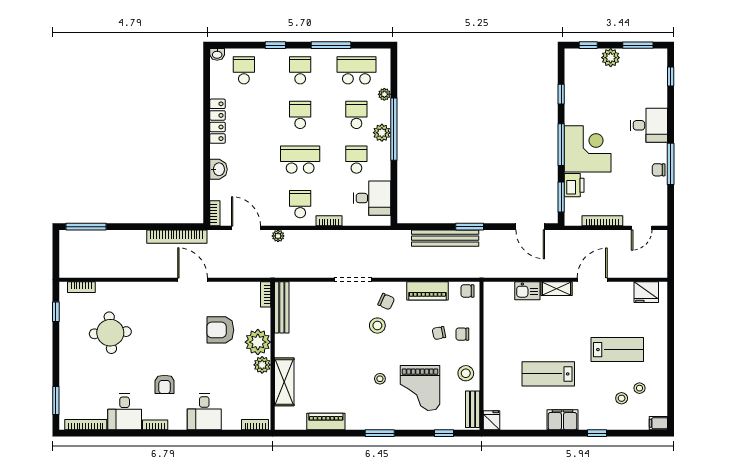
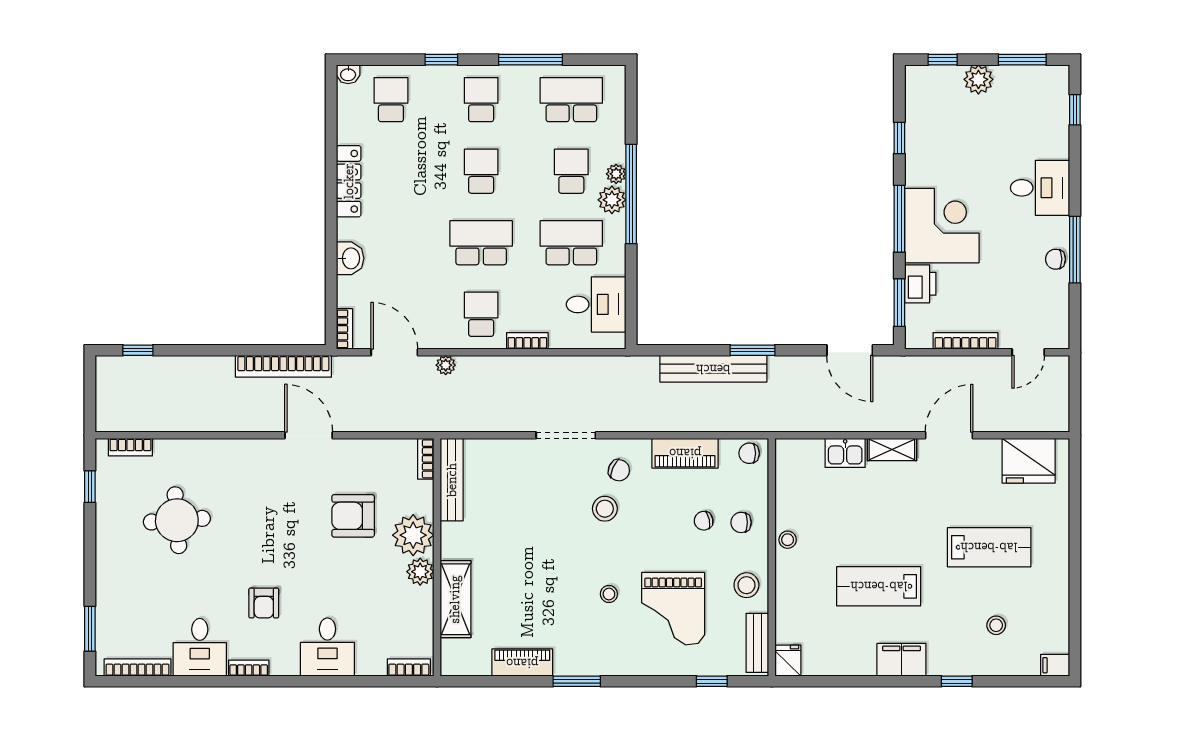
plant: (384, 94) -> (616, 174), moved
school desk: (356, 160) -> (571, 243), width x1.85
window: (86, 227) -> (138, 350), width x0.46
fridge: (646, 292) -> (1029, 461), width x1.36, depth x1.34
stool: (639, 388) -> (788, 540), moved
window: (380, 433) -> (577, 681), moved

